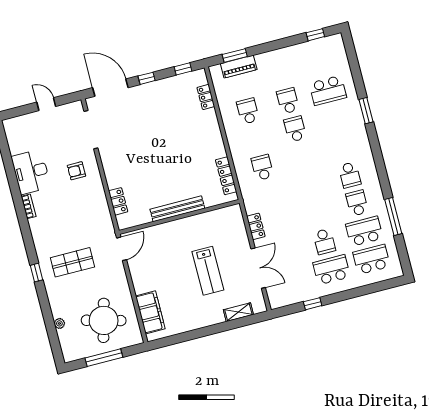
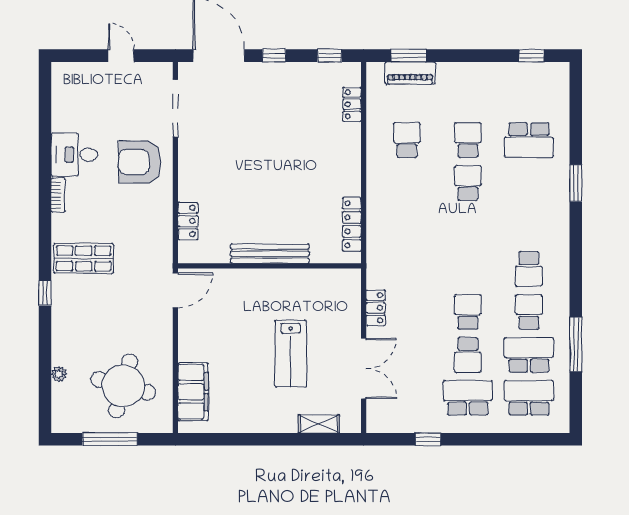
school desk: (262, 167) -> (468, 312), moved
armchair: (76, 171) -> (140, 162), width x1.88, depth x1.88
desk: (31, 172) -> (74, 155), width x0.73
shop shelf: (72, 262) -> (84, 258), moved

